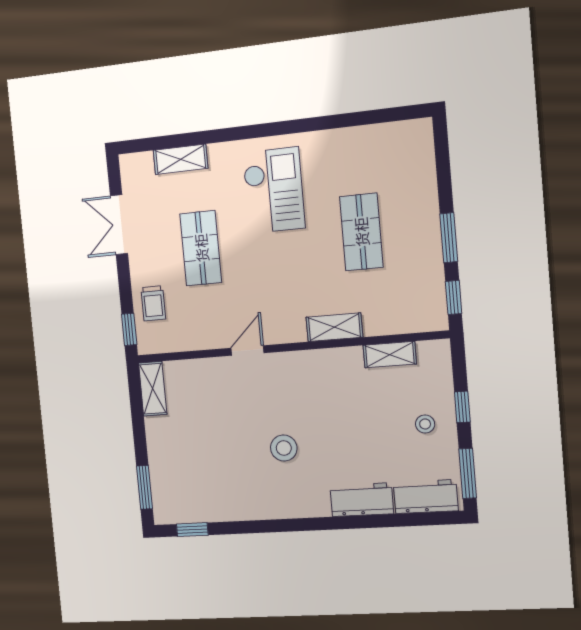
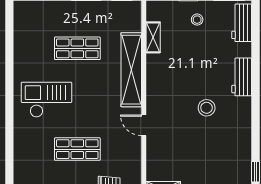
shelving: (181, 159) -> (21, 157), removed
shelving: (334, 327) -> (131, 70), width x2.20, depth x1.33
workbench: (362, 500) -> (242, 77), moved

